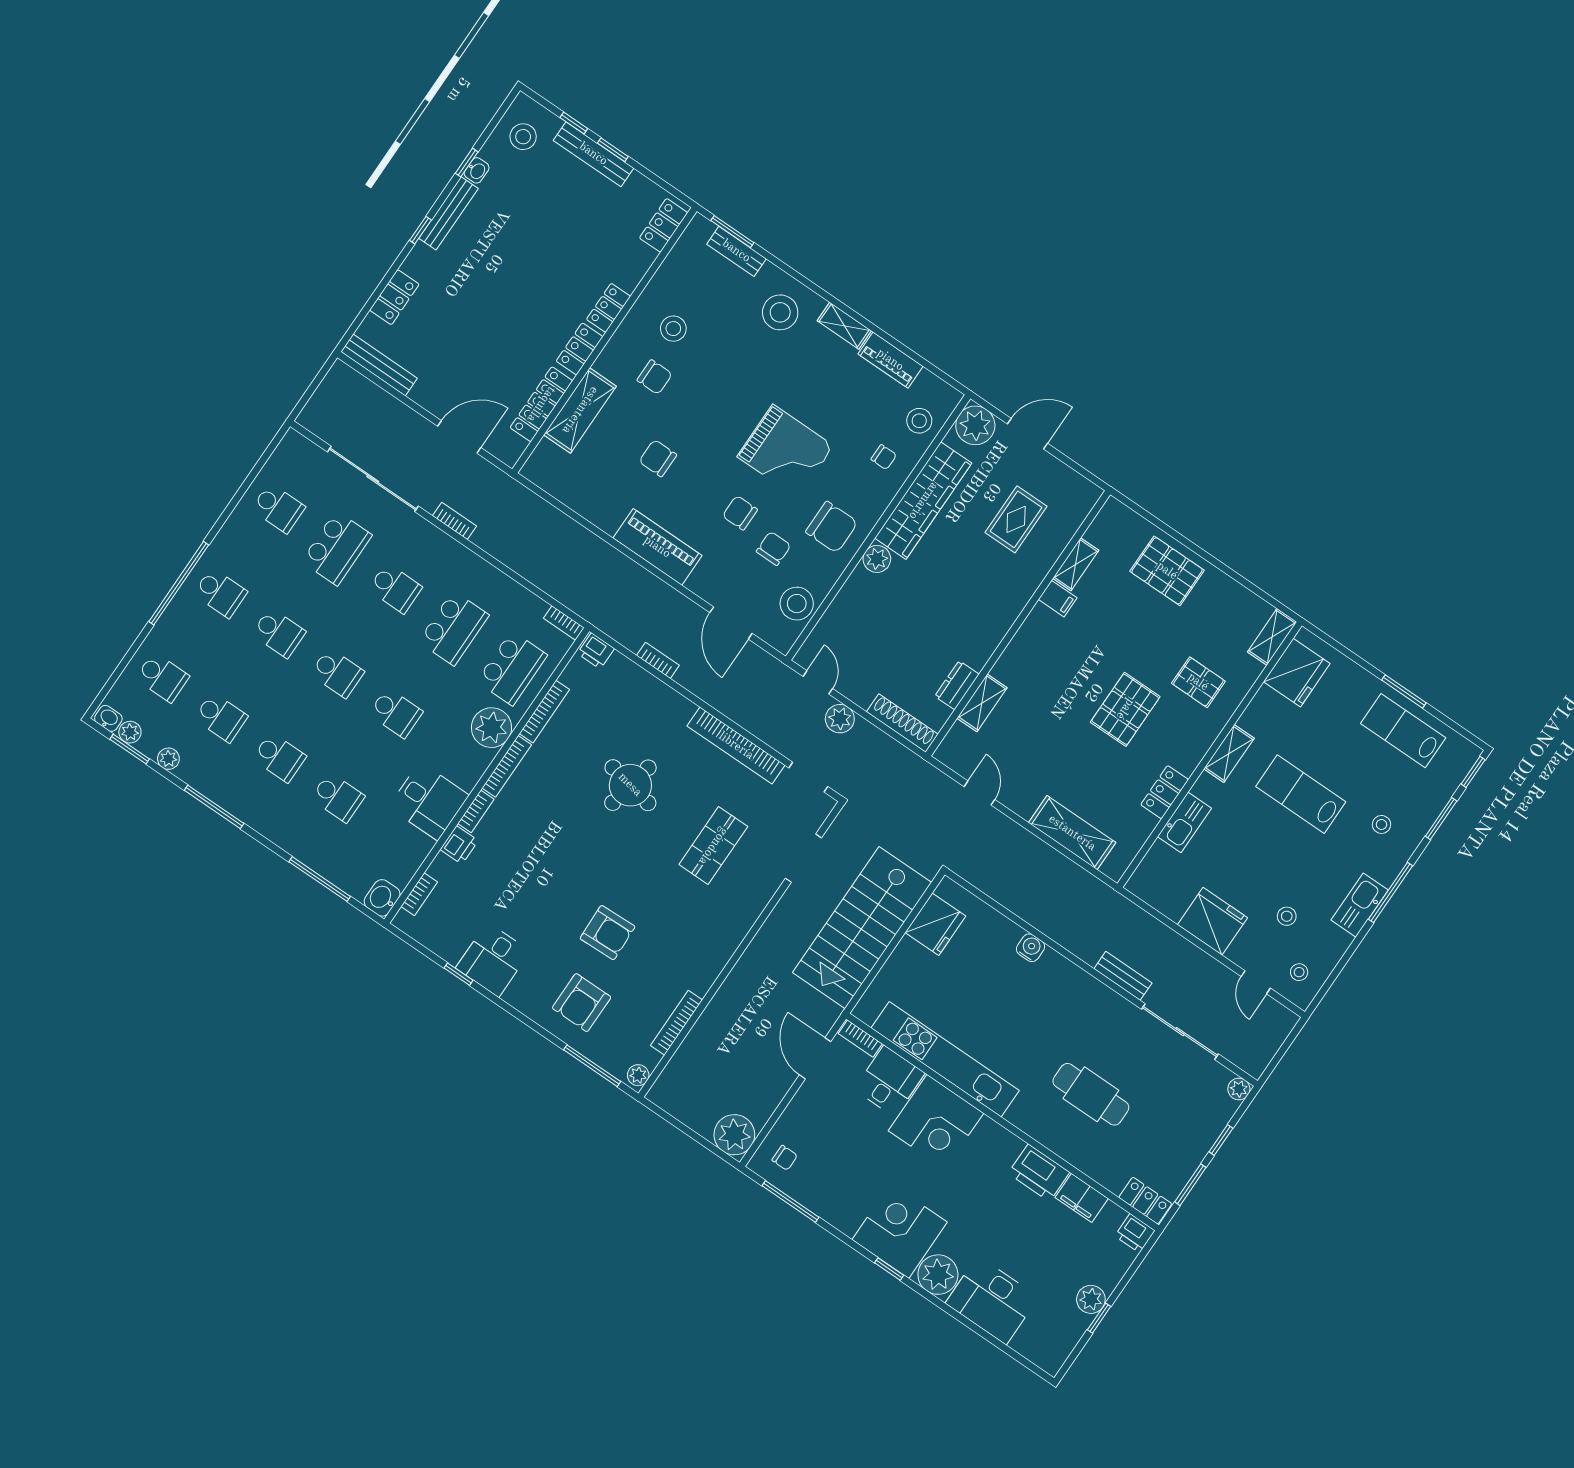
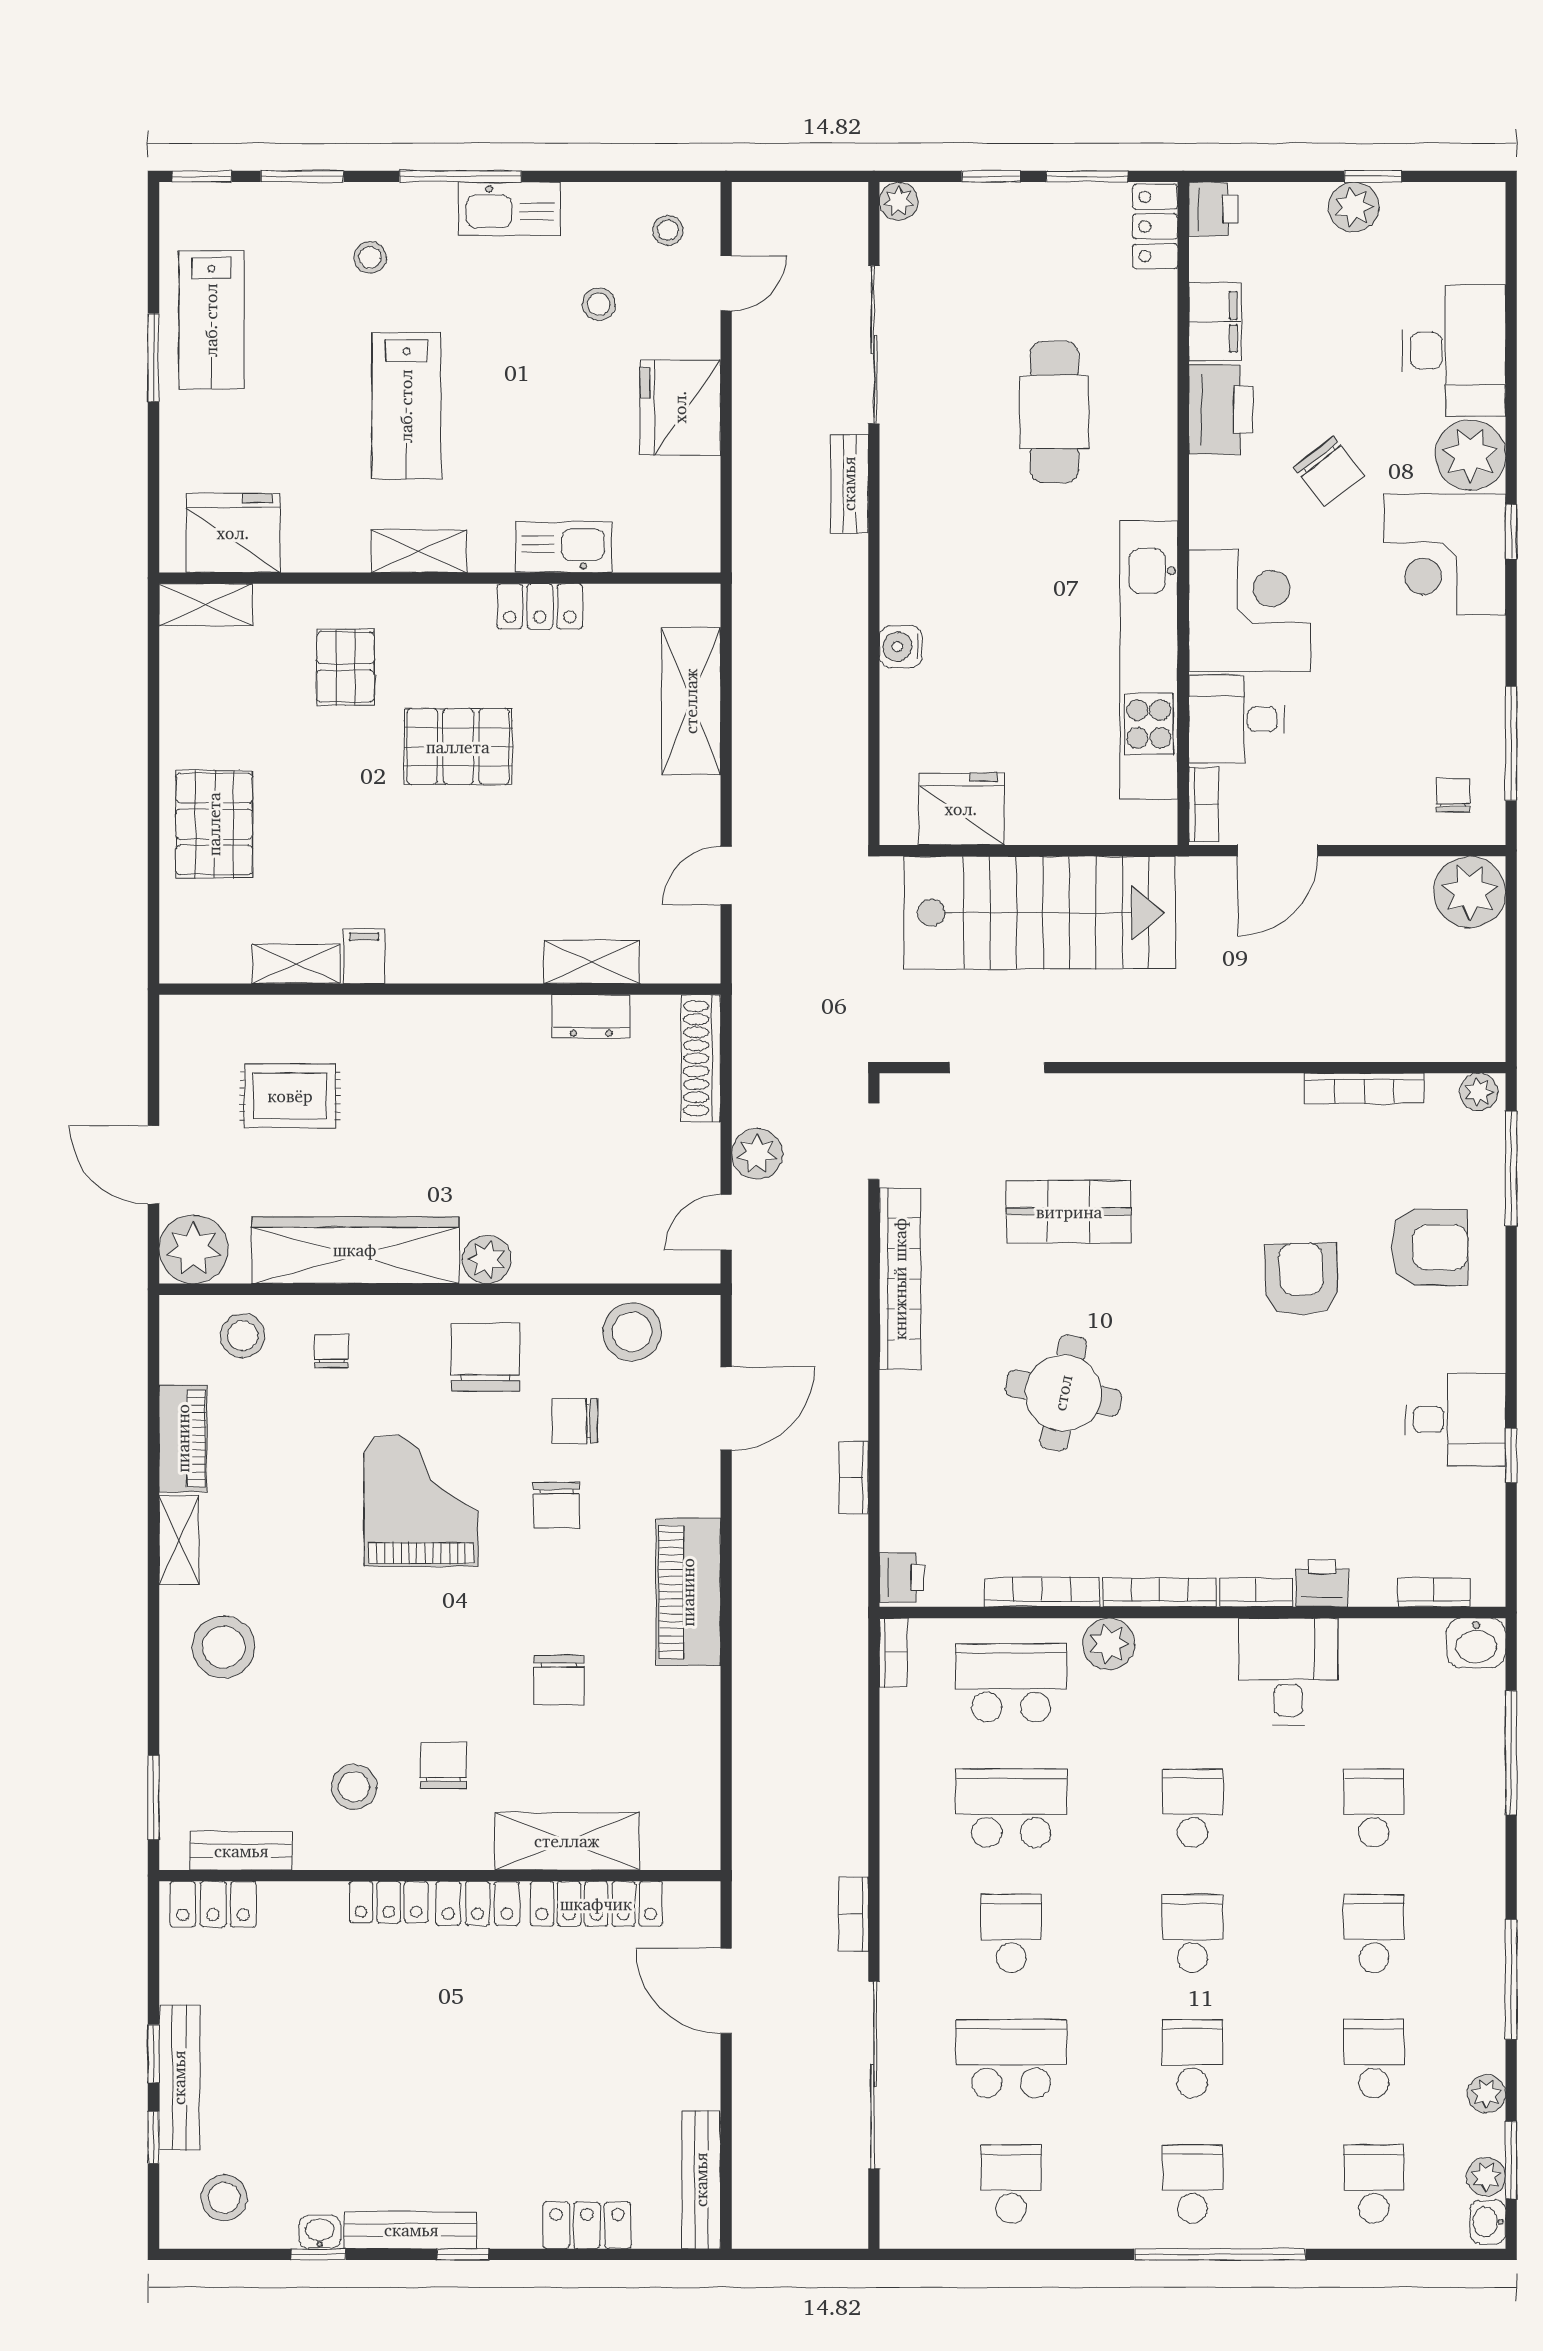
bench: (736, 251) -> (241, 1851), moved, turned 90
plant: (492, 728) -> (1109, 1644), width x0.73, depth x0.73
chair: (976, 1203) -> (1329, 471), added

